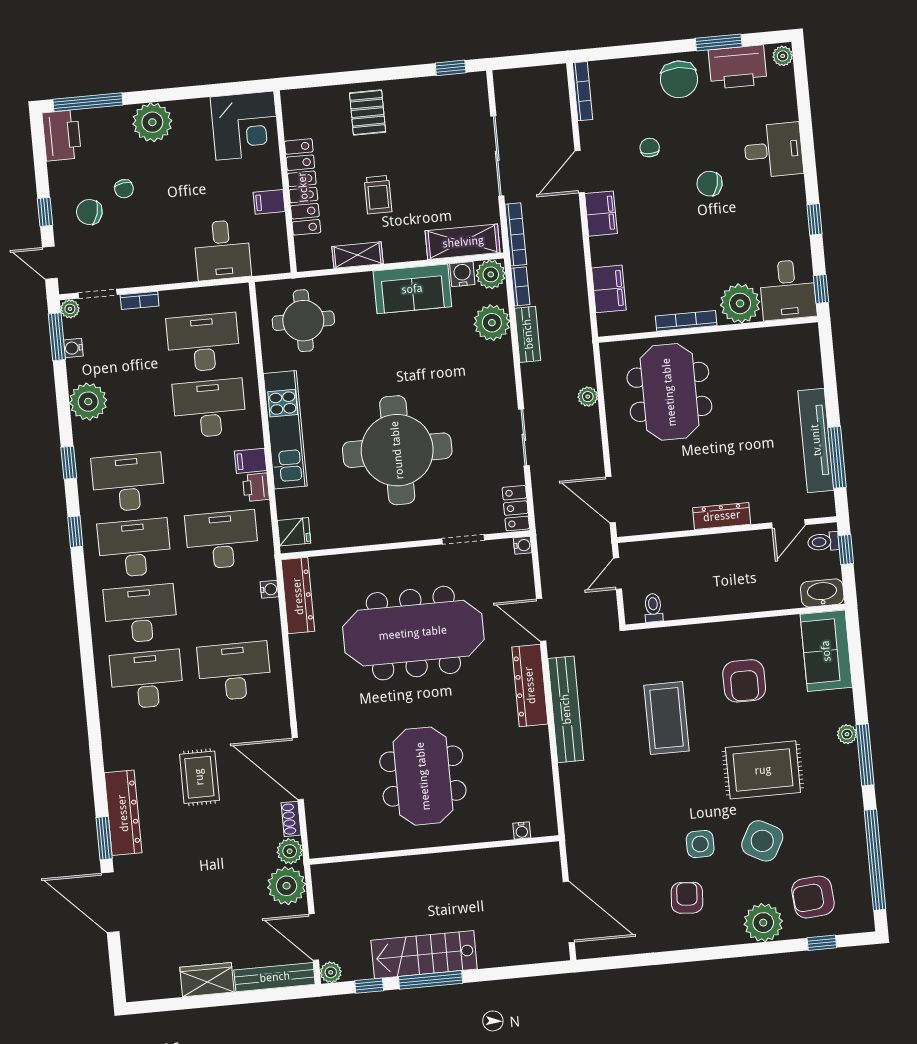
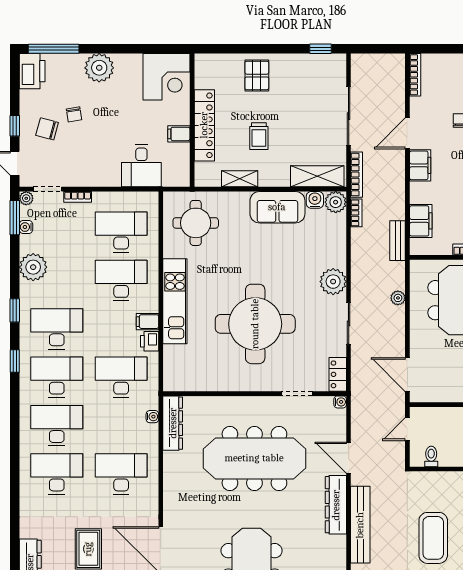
plant: (492, 323) -> (333, 282), moved
bench: (528, 334) -> (398, 241), moved
fridge: (294, 532) -> (174, 376), removed

